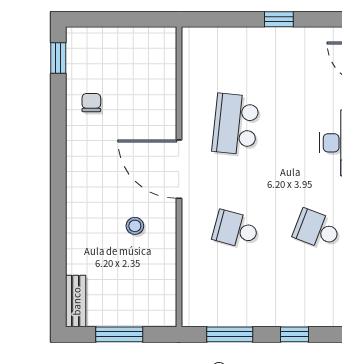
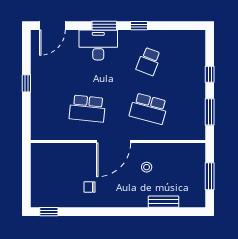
chair: (91, 103) -> (90, 187), moved
school desk: (236, 229) -> (149, 109), width x1.85
bench: (76, 301) -> (163, 202), moved

